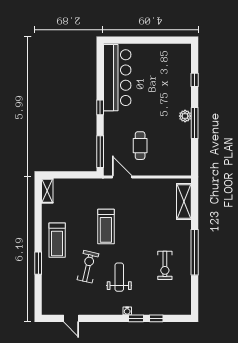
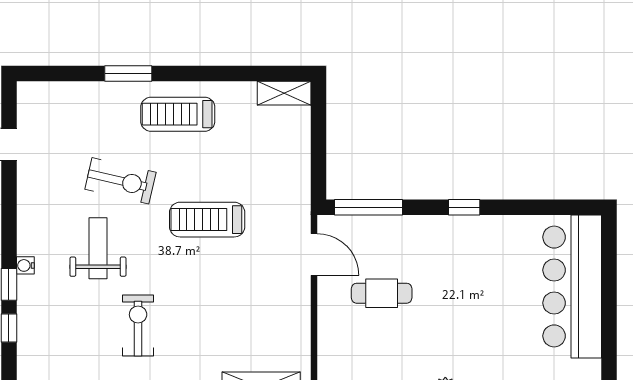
bar counter: (117, 78) -> (572, 287), moved, turned 90
door: (122, 177) -> (314, 255), hinge flipped
exercise bike: (165, 265) -> (138, 326), moved, turned 90
weight bench: (119, 277) -> (98, 248), turned -90

